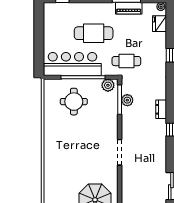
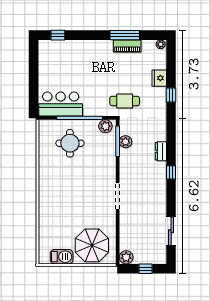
fridge: (160, 24) -> (159, 78), moved
cafe table: (94, 33) -> (91, 72), removed
bar counter: (72, 64) -> (61, 104), width x0.73

